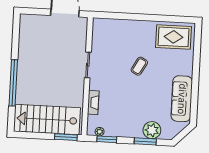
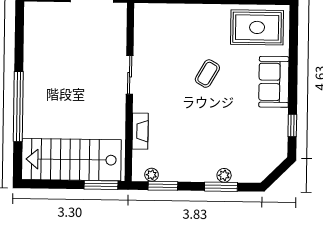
sofa: (182, 99) -> (274, 82), moved, width x0.73
window: (194, 103) -> (292, 125), added
plant: (152, 130) -> (224, 175), width x0.53, depth x0.53

